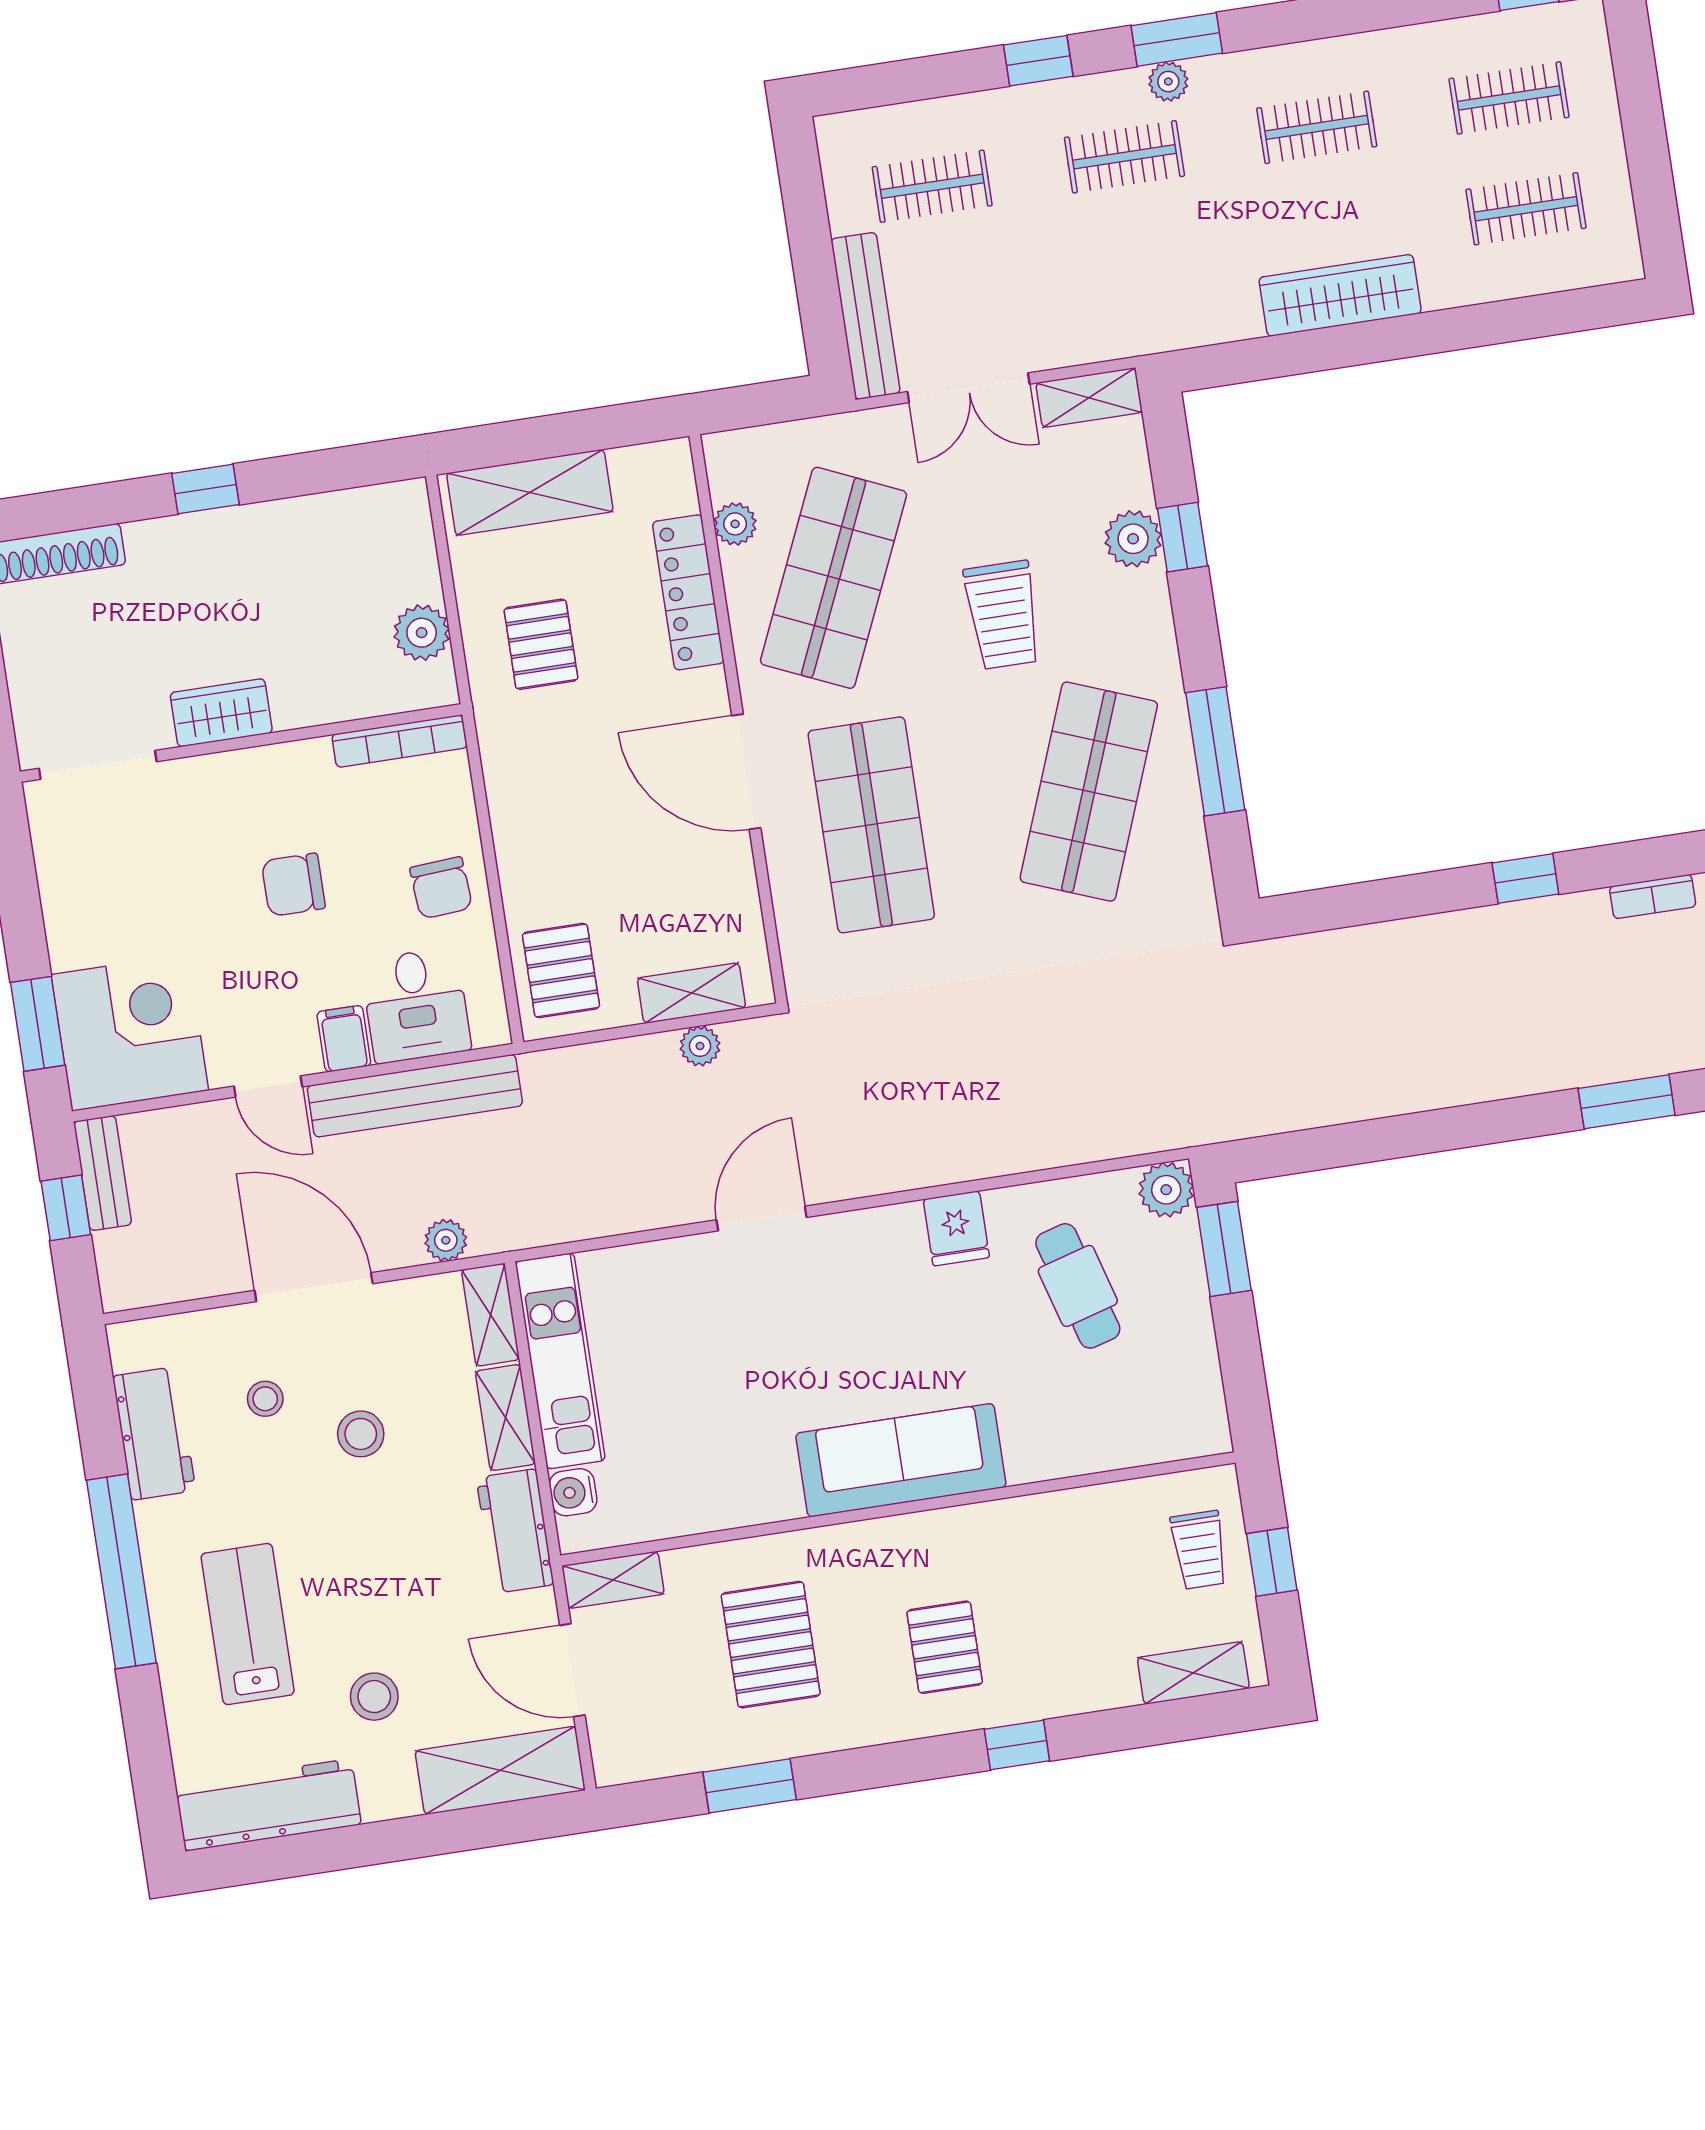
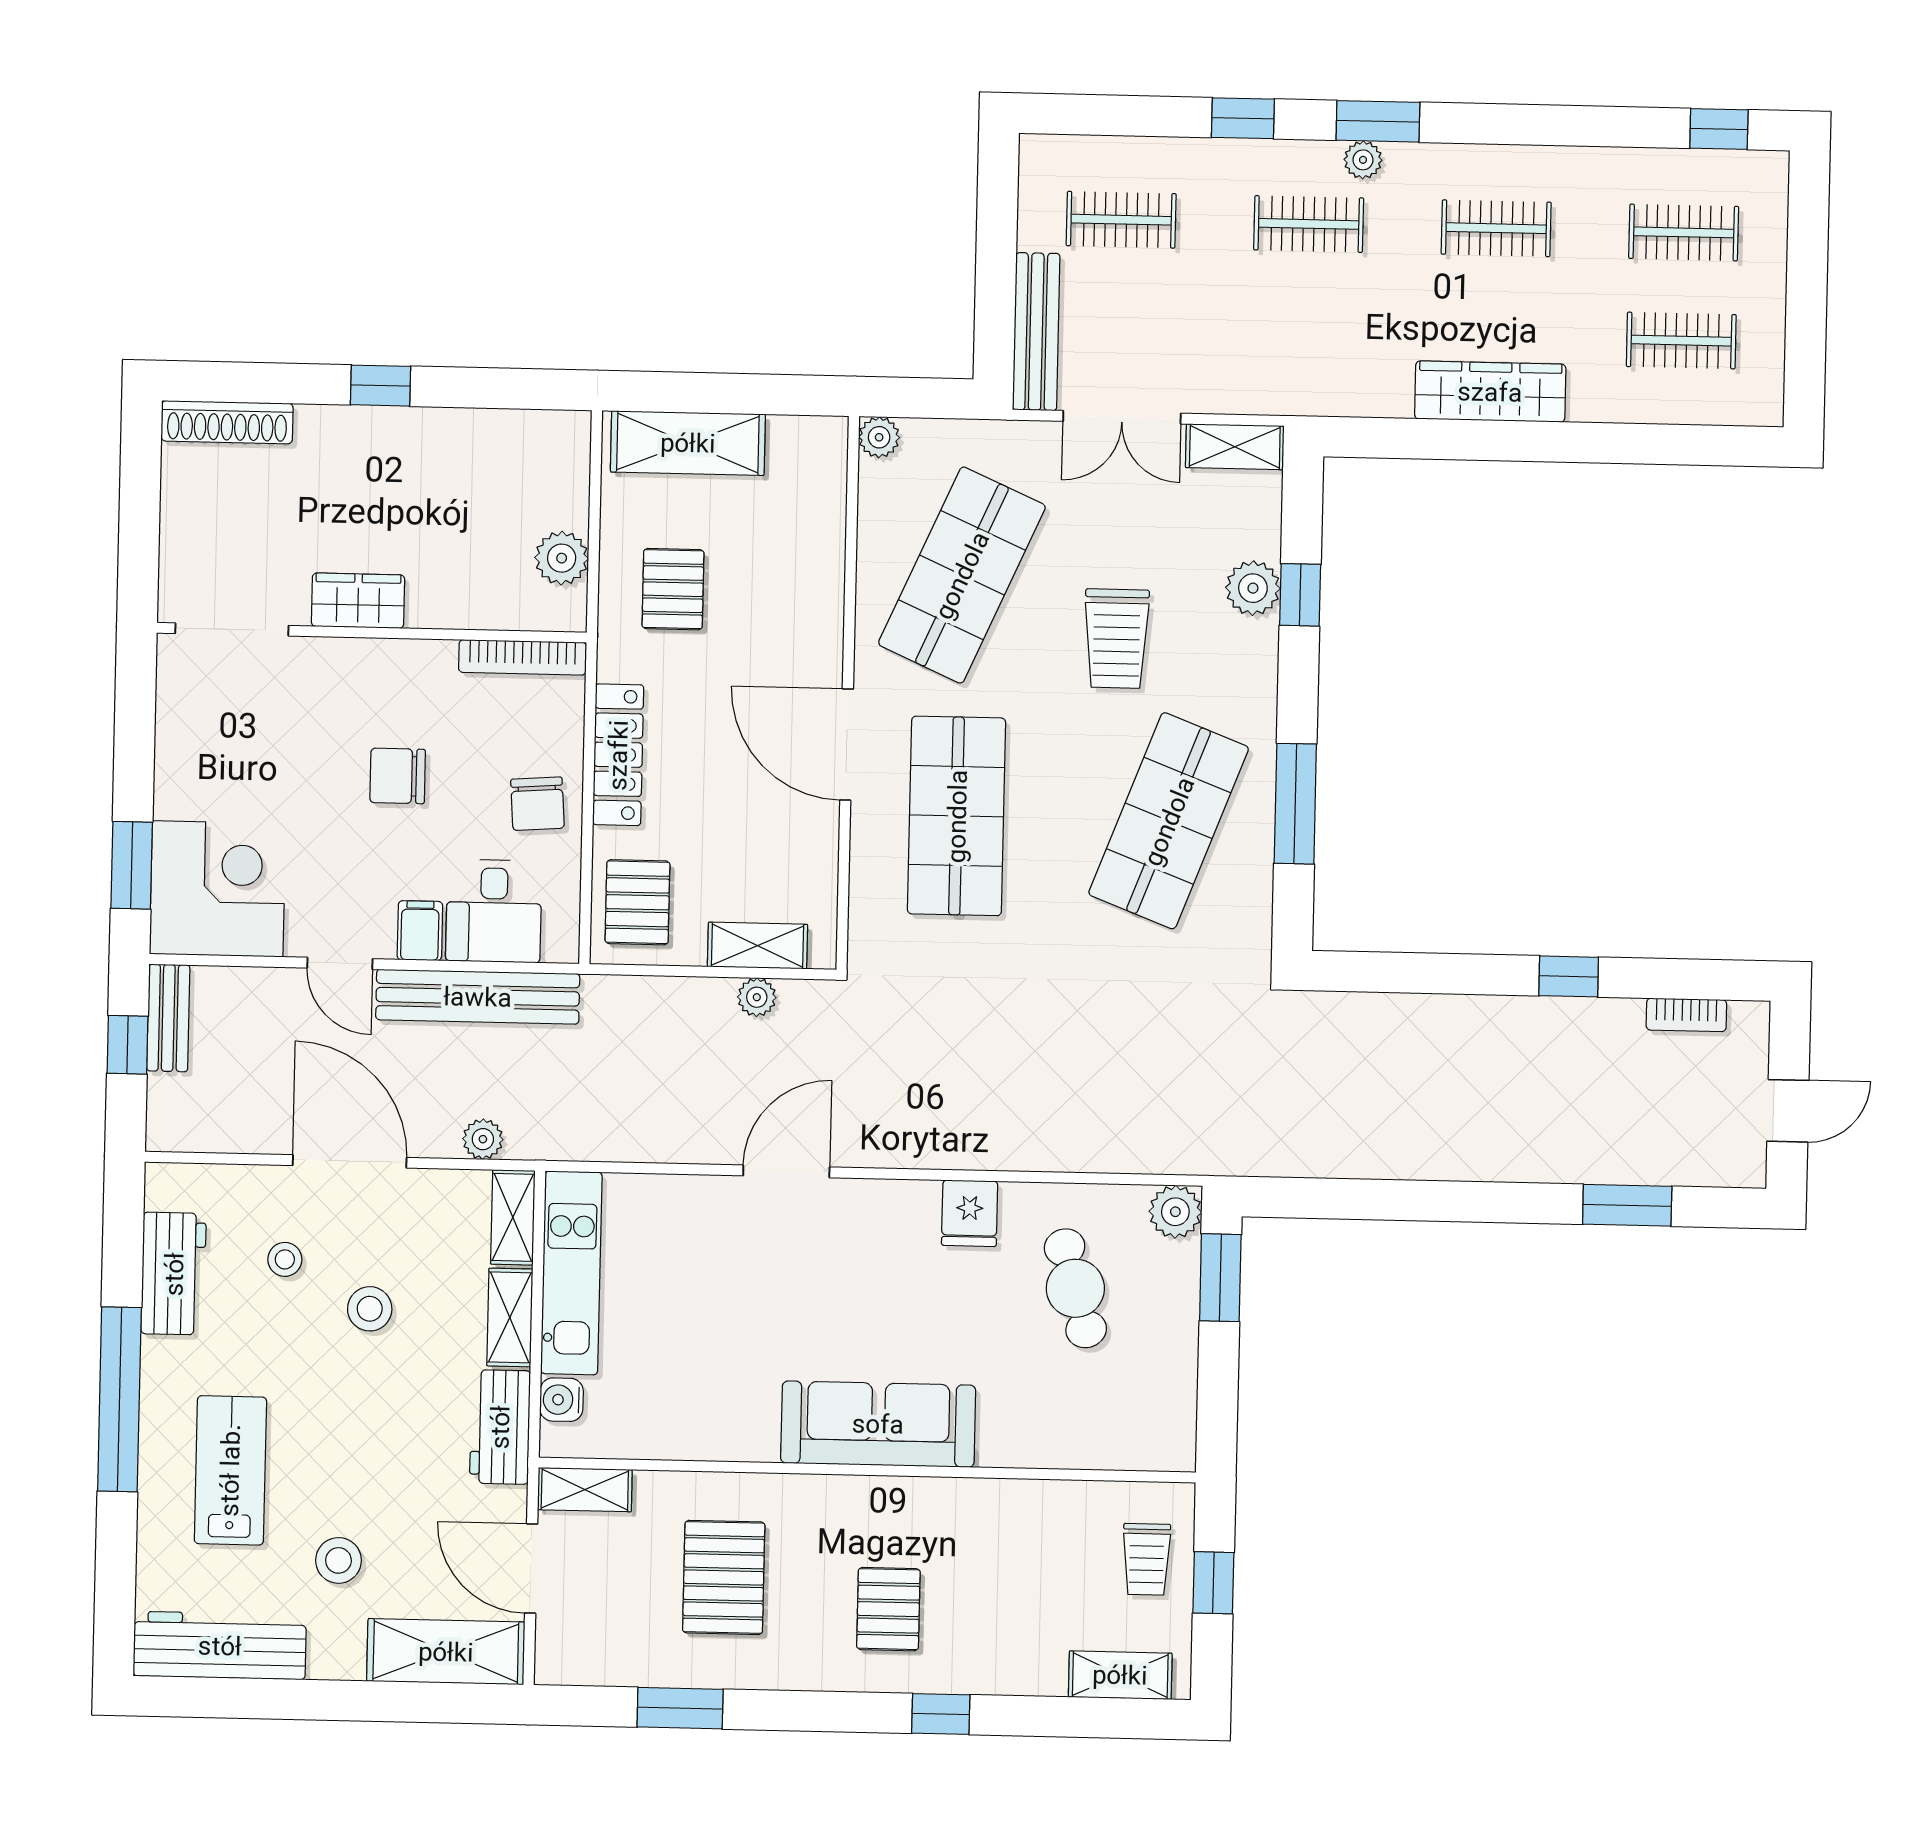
plant: (735, 524) -> (879, 437), moved
locker: (688, 592) -> (618, 755), moved, turned 180

